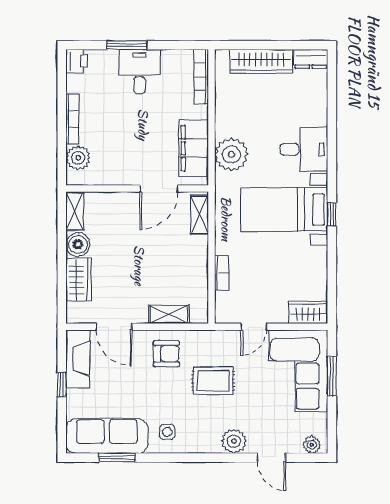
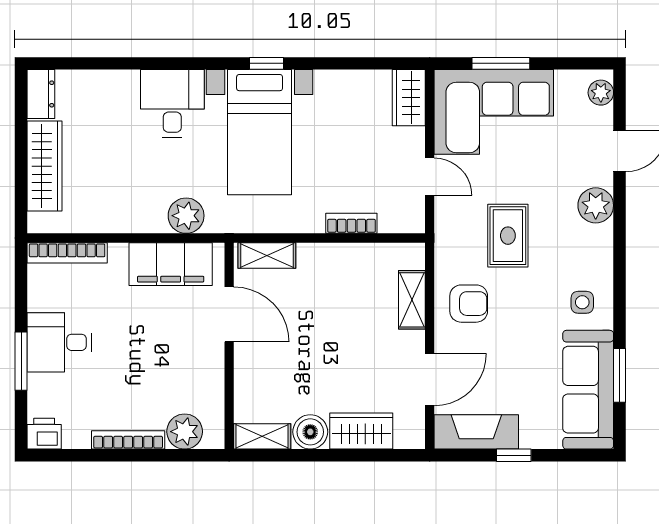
plant: (231, 154) -> (186, 216), width x0.73, depth x0.73
armchair: (166, 354) -> (469, 304), turned 90

